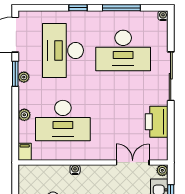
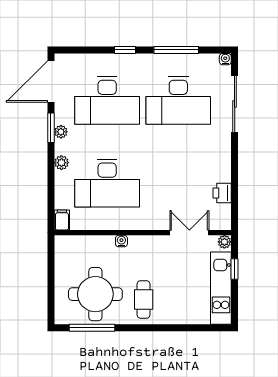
desk: (63, 50) -> (107, 100), turned -90
sliding door: (171, 76) -> (235, 104), moved
plant: (24, 115) -> (61, 163), moved
printer: (157, 122) -> (222, 193), width x0.53, depth x0.68

